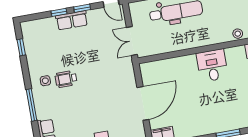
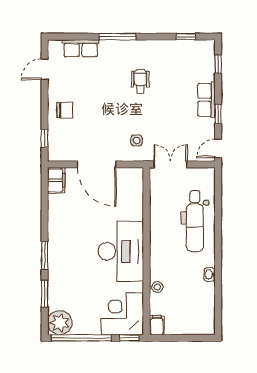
window: (59, 12) -> (218, 64), moved
desk: (212, 65) -> (121, 251), width x1.87, depth x1.30
side table: (45, 81) -> (137, 140), moved

